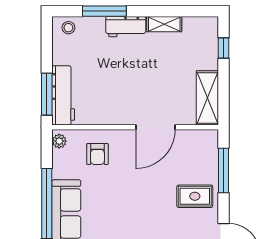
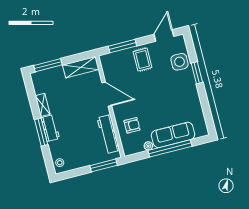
window: (104, 11) -> (41, 132), moved
window: (224, 48) -> (48, 65), width x2.17
workbench: (63, 95) -> (108, 134), moved, turned -90
plant: (59, 141) -> (148, 146), moved

